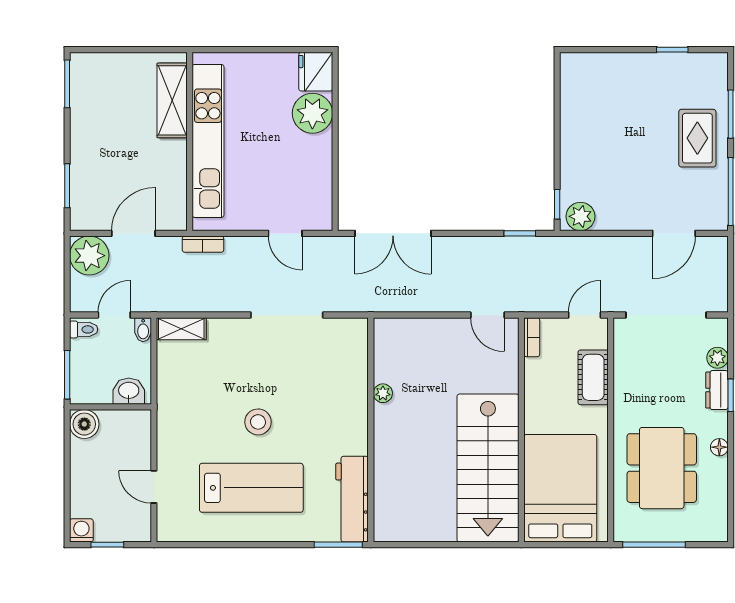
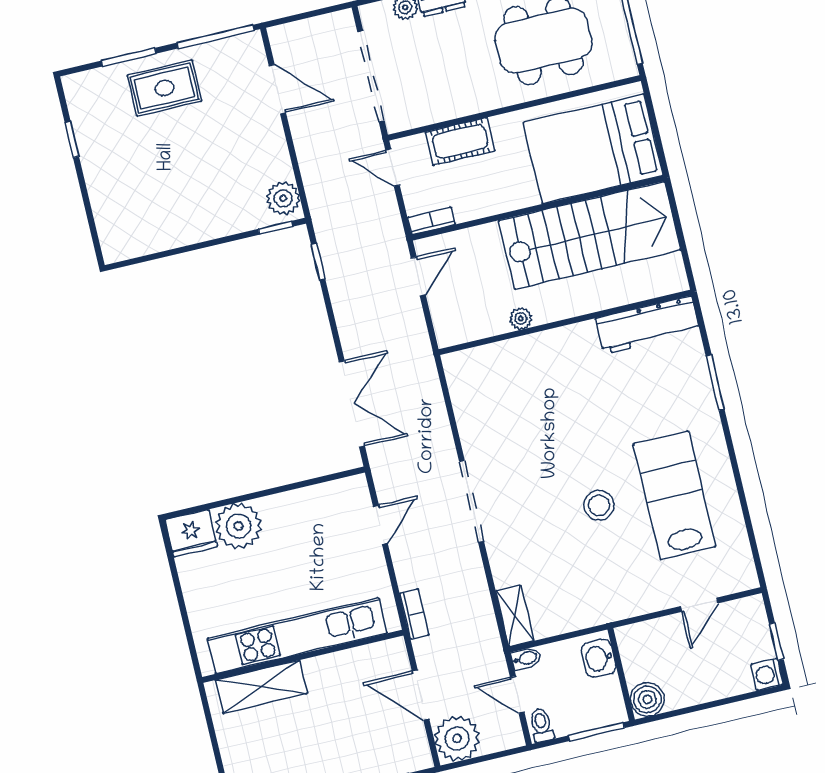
plant: (383, 393) -> (521, 319), moved
wall: (371, 430) -> (565, 322), moved
workbench: (352, 499) -> (648, 325), moved

